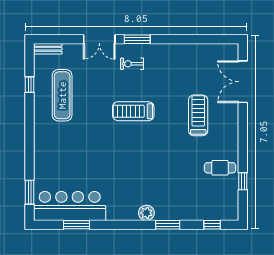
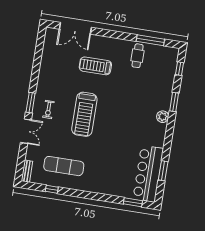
treadmill: (133, 111) -> (84, 114), width x1.37, depth x1.38
window: (243, 181) -> (150, 40), width x2.17

